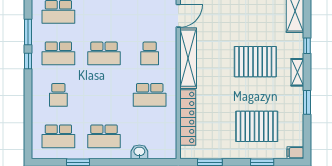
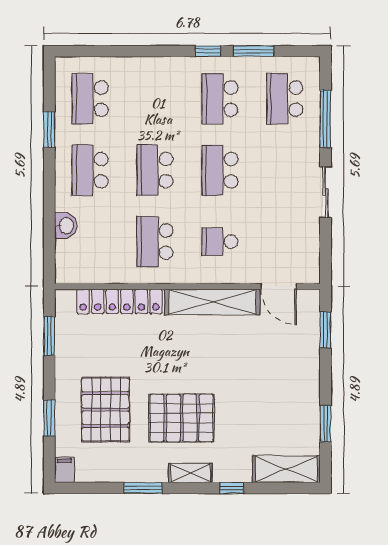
pallet: (255, 62) -> (182, 418), moved, turned 90
school desk: (58, 95) -> (155, 170), moved, width x1.85

